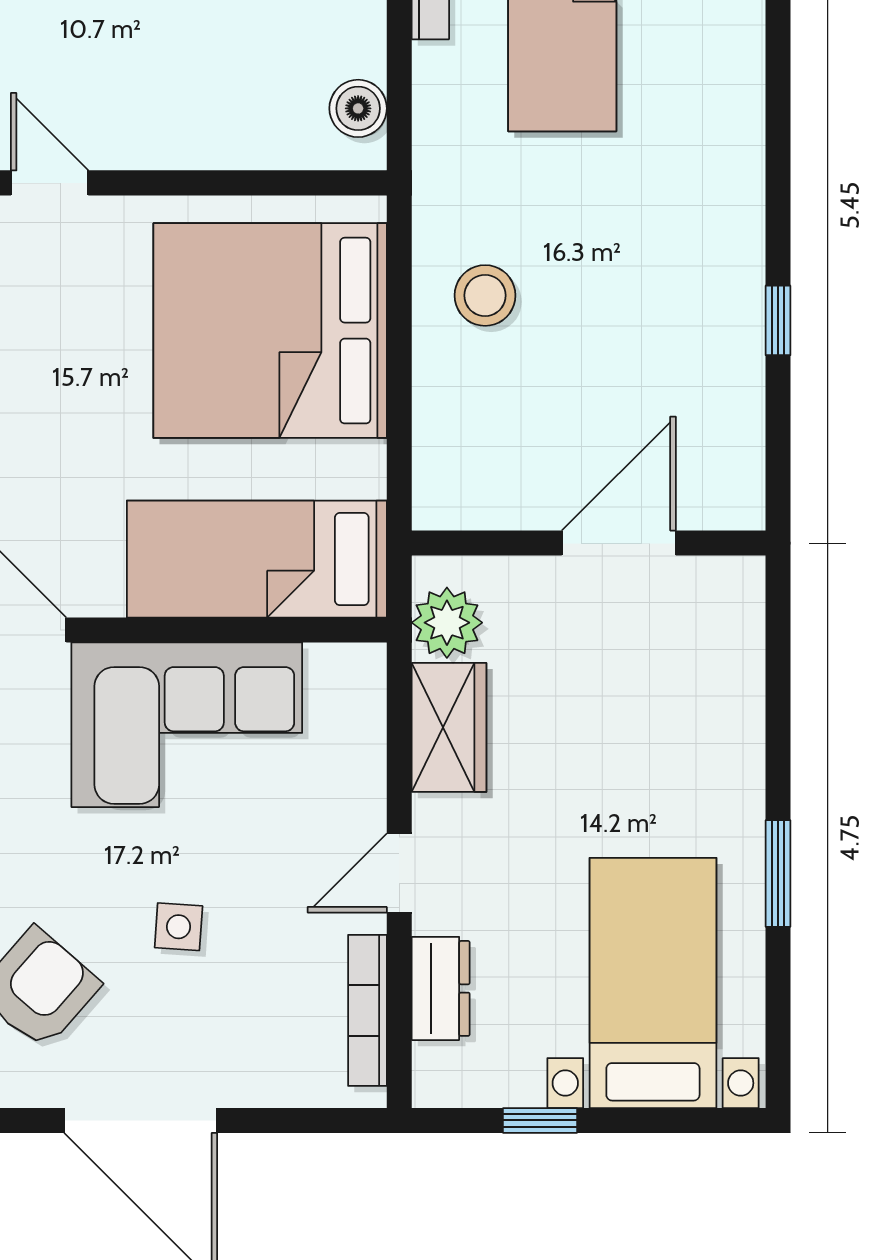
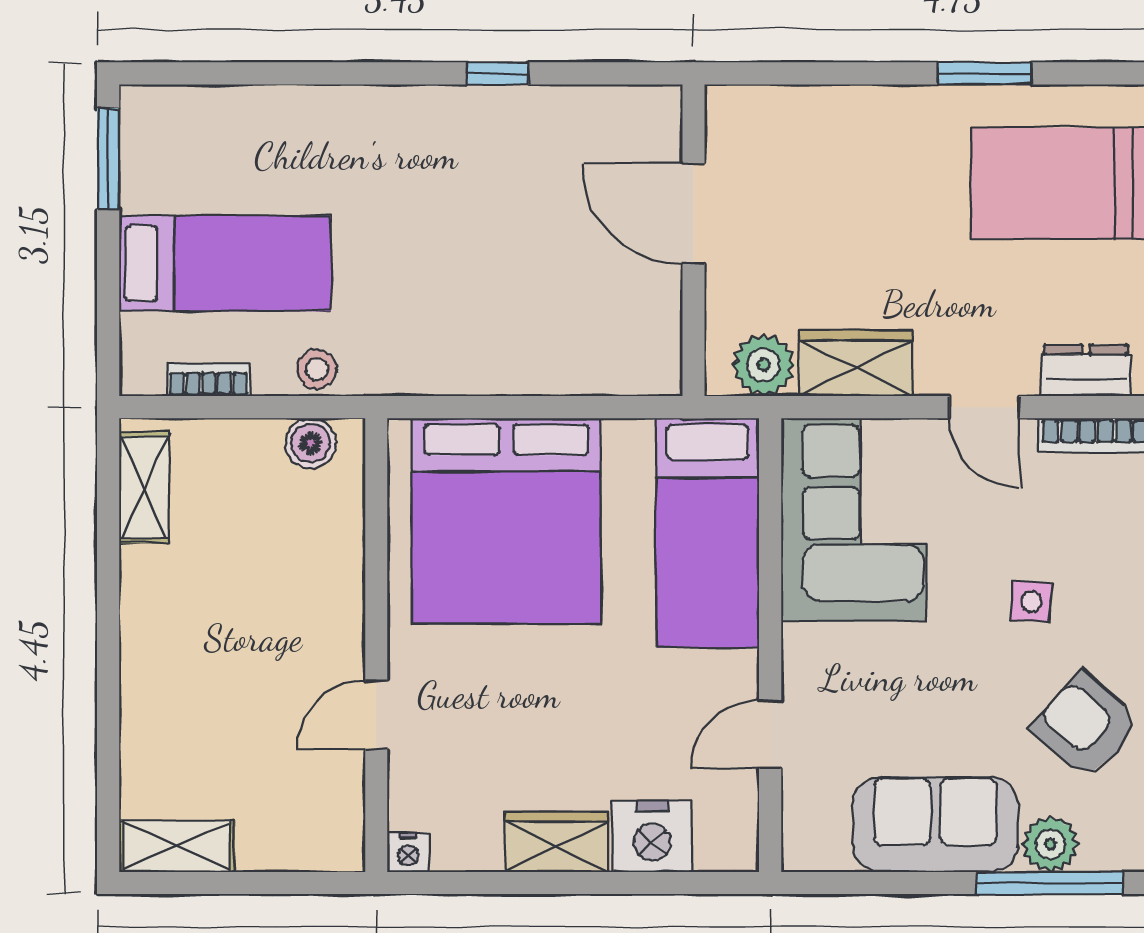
stool: (485, 295) -> (317, 369), moved, width x0.73, depth x0.73
corner sofa: (187, 725) -> (854, 520), moved

